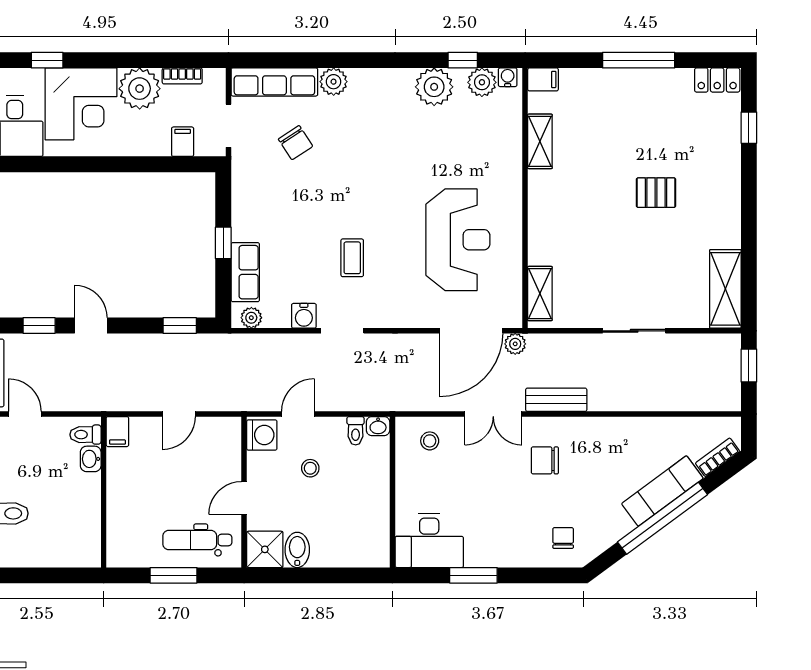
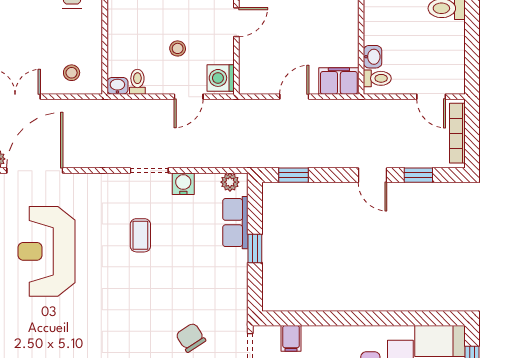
filing cabinet: (117, 432) -> (339, 81), width x2.00

